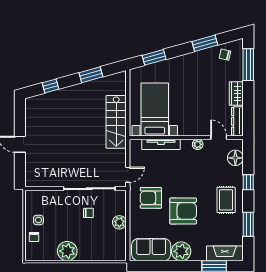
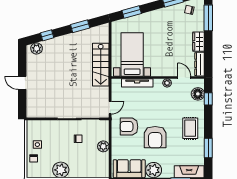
plant: (37, 102) -> (37, 48), added
window: (248, 182) -> (208, 99), moved
armchair: (183, 211) -> (155, 137), turned 90

